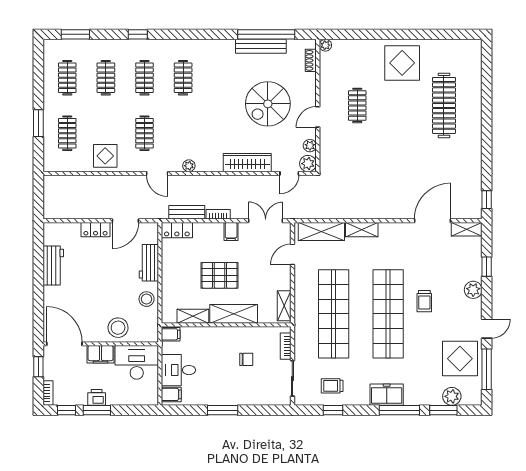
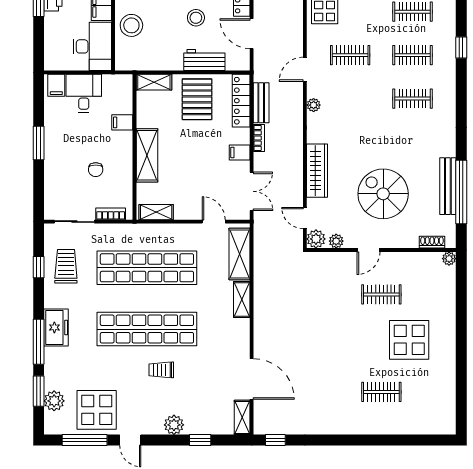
display table: (402, 63) -> (409, 340), moved
clothes rail: (444, 105) -> (381, 392), width x0.54, depth x0.76
door: (318, 117) -> (368, 250), swing flipped
locker: (177, 230) -> (241, 101), width x1.53
pallet: (220, 275) -> (197, 99), moved
stool: (147, 299) -> (196, 18), moved
shelving: (193, 316) -> (154, 82), moved, turned 90
filing cabinet: (171, 334) -> (122, 122), moved, turned 90
trolley: (332, 386) -> (66, 266), width x1.36, depth x1.39

